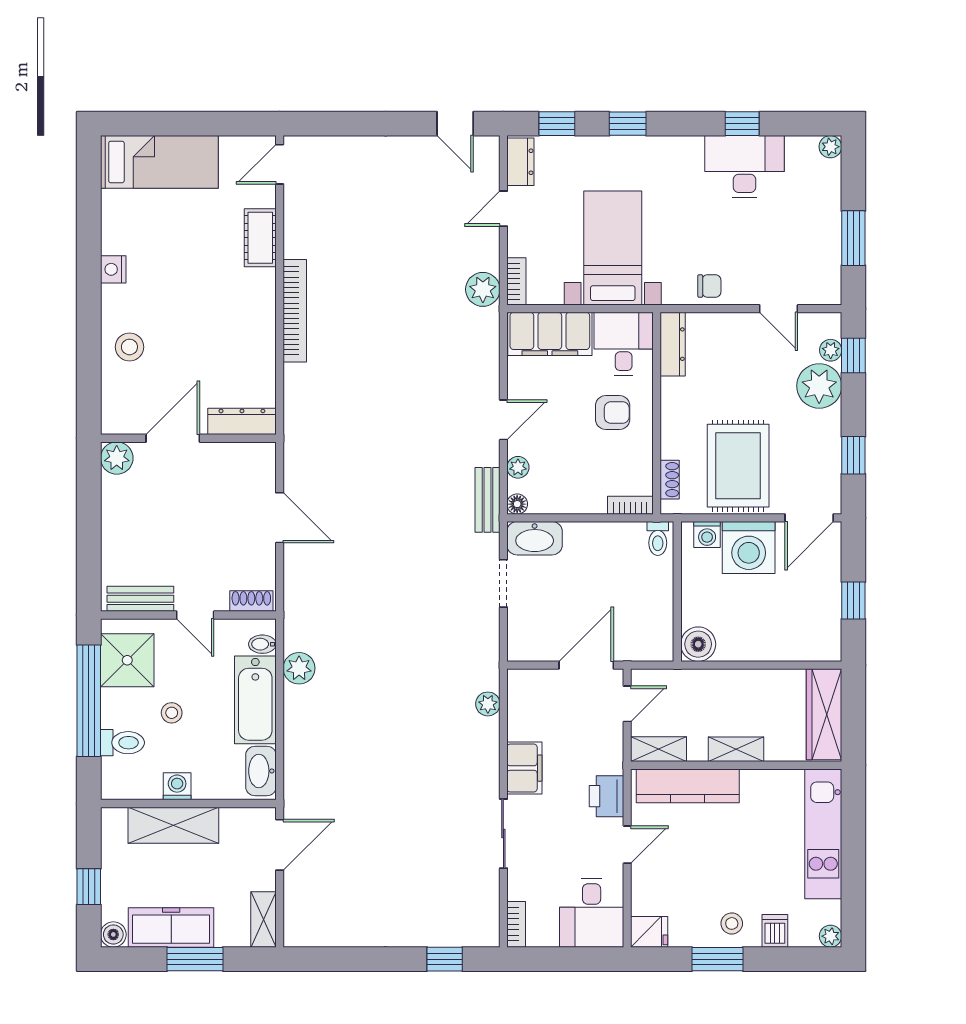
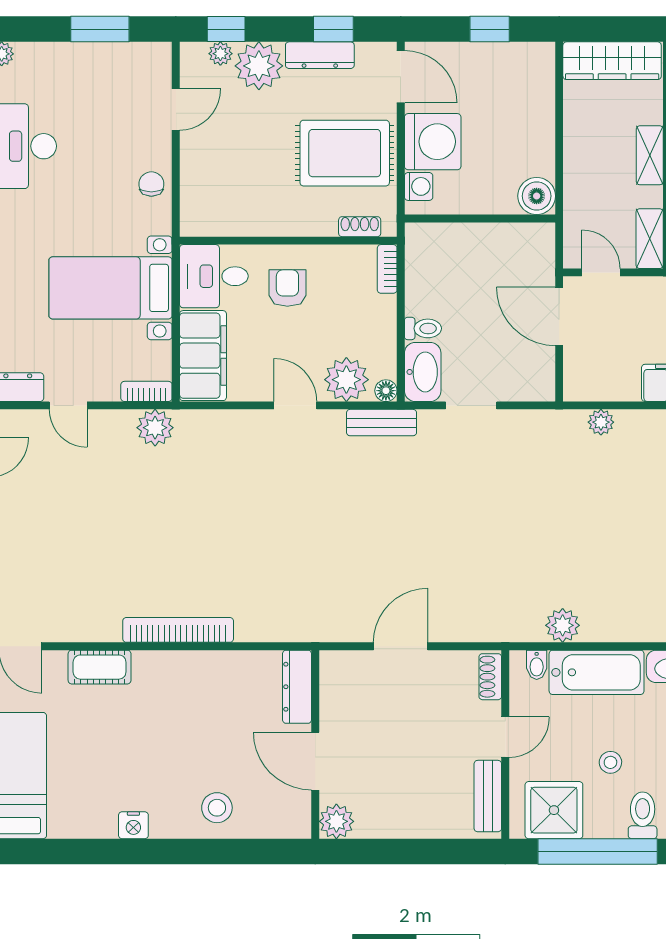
dresser: (673, 344) -> (320, 55), moved, turned 180
plant: (518, 467) -> (346, 380), width x1.87, depth x1.87
toilet: (658, 538) -> (423, 328), moved

